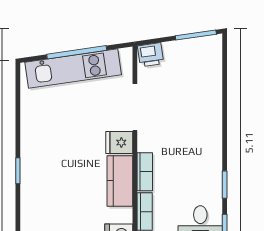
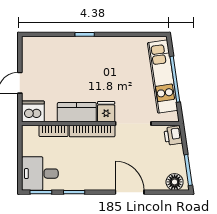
floor lamp: (211, 53) -> (175, 182), added
door: (225, 112) -> (130, 192), added
bookcase: (145, 172) -> (92, 131), width x1.56

